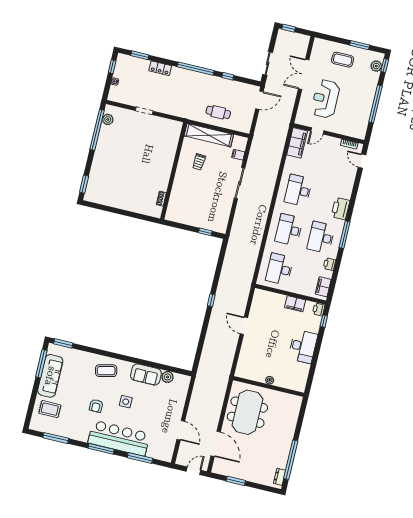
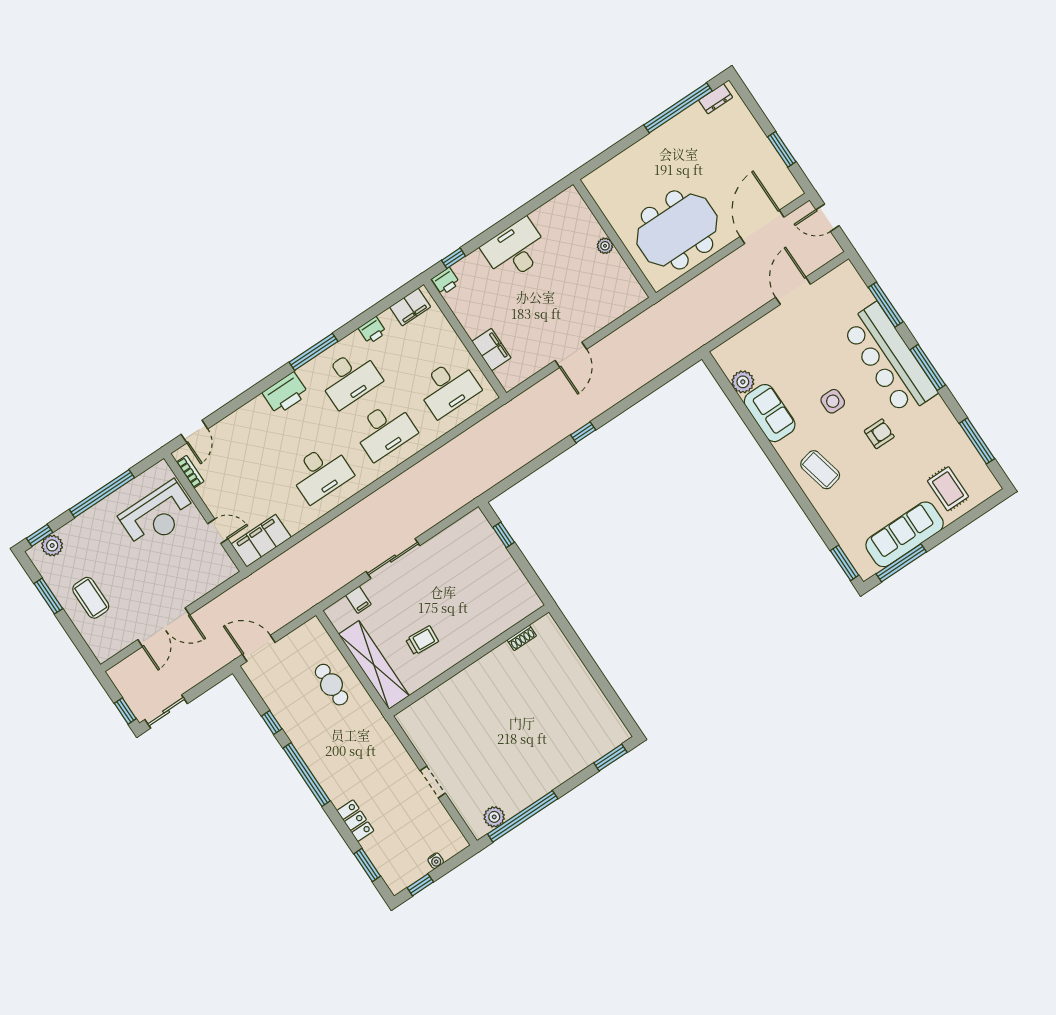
sliding door: (268, 63) -> (166, 712), moved
reception desk: (325, 99) -> (158, 515), moved
filing cabinet: (295, 304) -> (491, 350), moved

